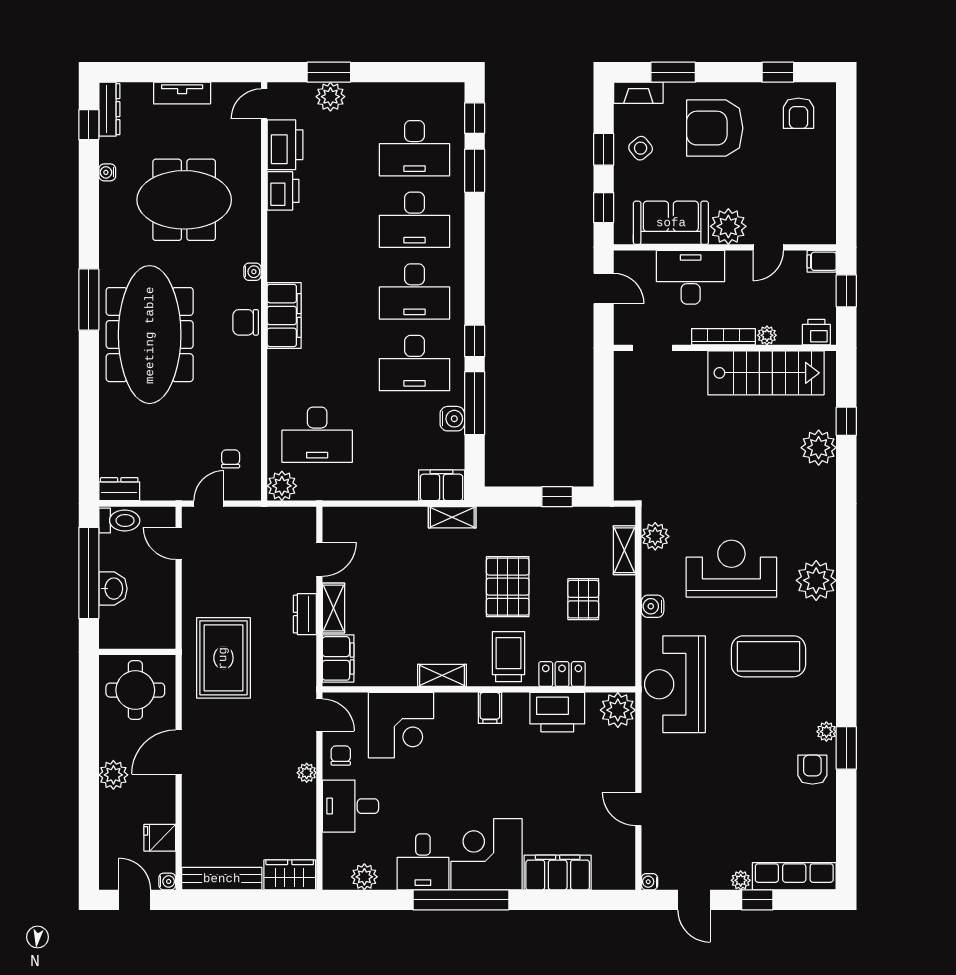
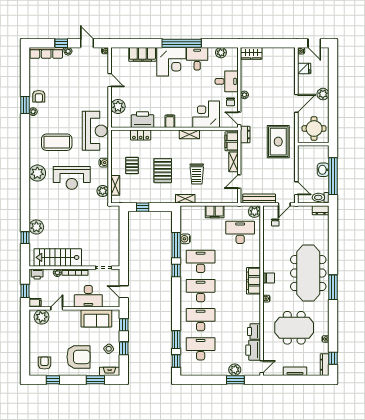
plant: (728, 226) -> (42, 317), moved
filing cabinet: (442, 485) -> (215, 212), moved
dresser: (305, 614) -> (245, 135), moved
trolley: (509, 657) -> (197, 174), moved
plant: (618, 710) -> (118, 106), moved
bench: (222, 879) -> (259, 199), moved

